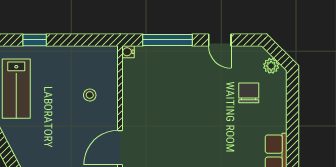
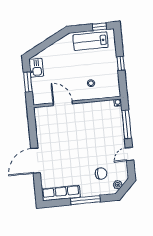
window: (35, 40) -> (121, 63), moved
window: (292, 125) -> (85, 200), added

